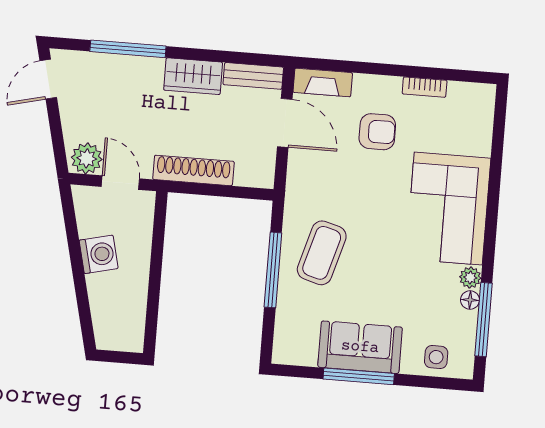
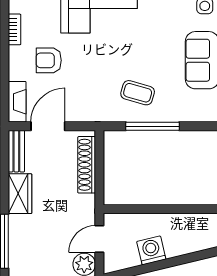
armchair: (377, 132) -> (49, 60), turned -90
shoe rack: (193, 170) -> (87, 165), moved
coffee table: (322, 253) -> (138, 93), width x0.73, depth x0.77

